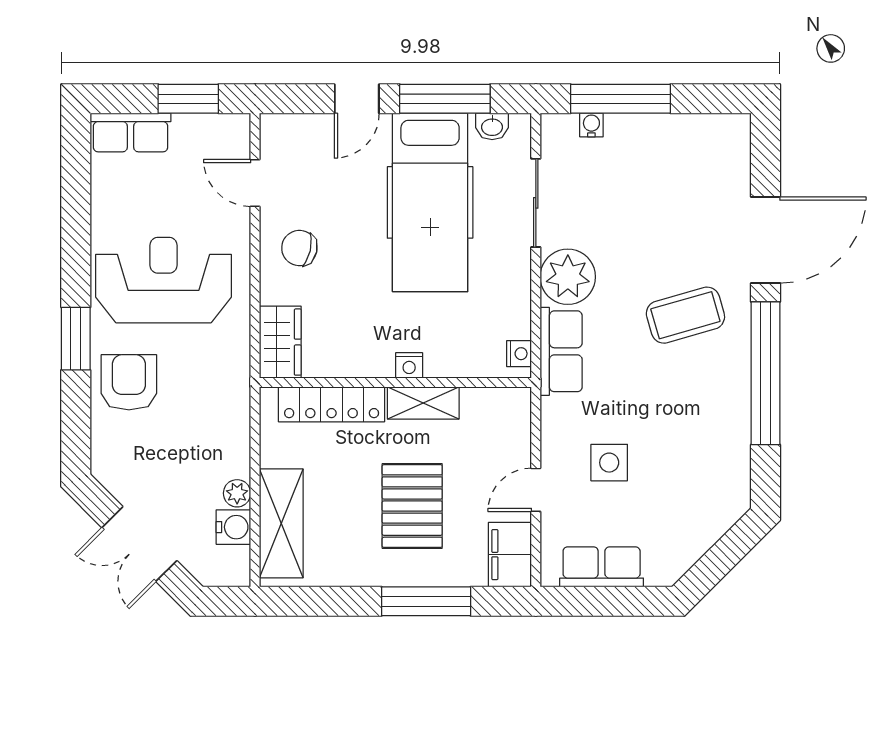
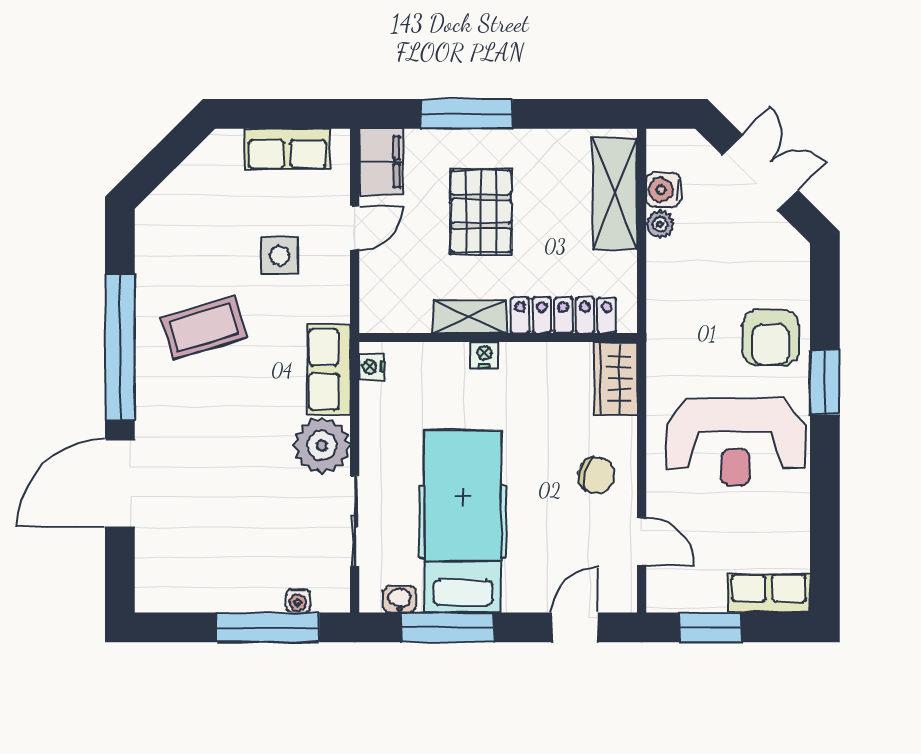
door: (357, 99) -> (575, 627), moved
coffee table: (685, 315) -> (204, 328), moved

